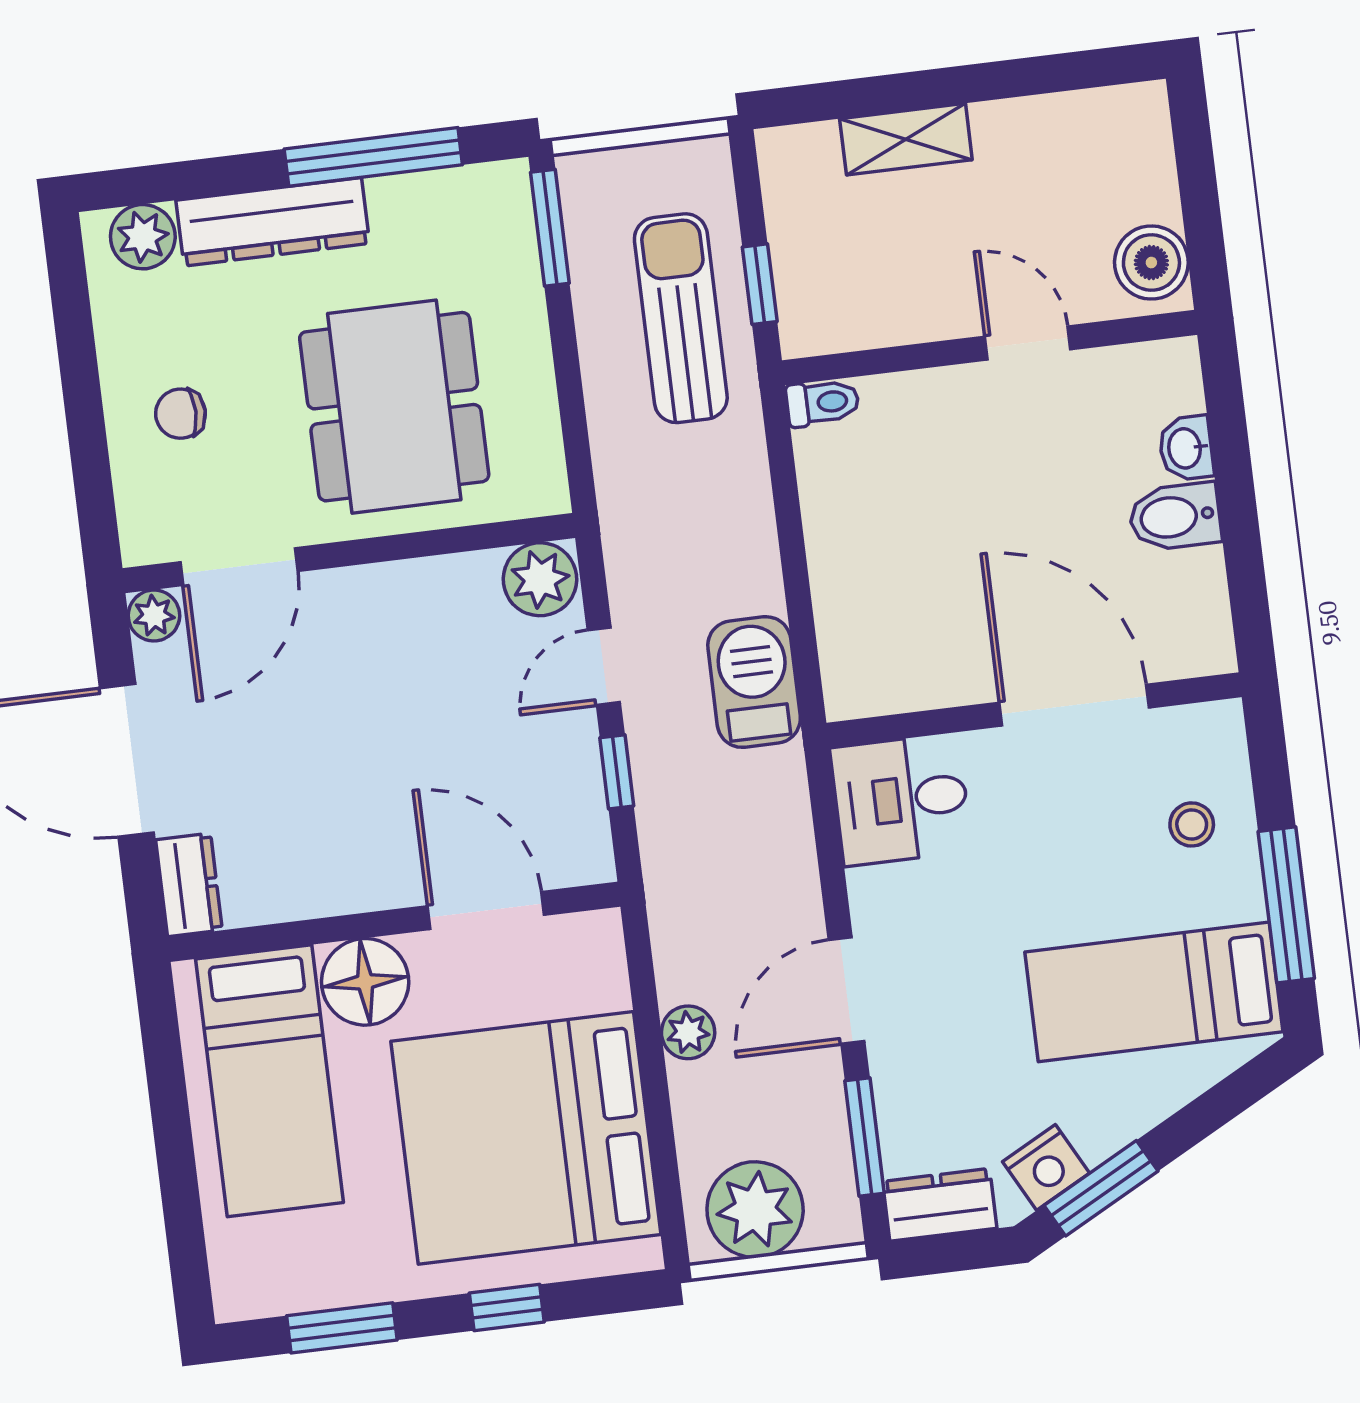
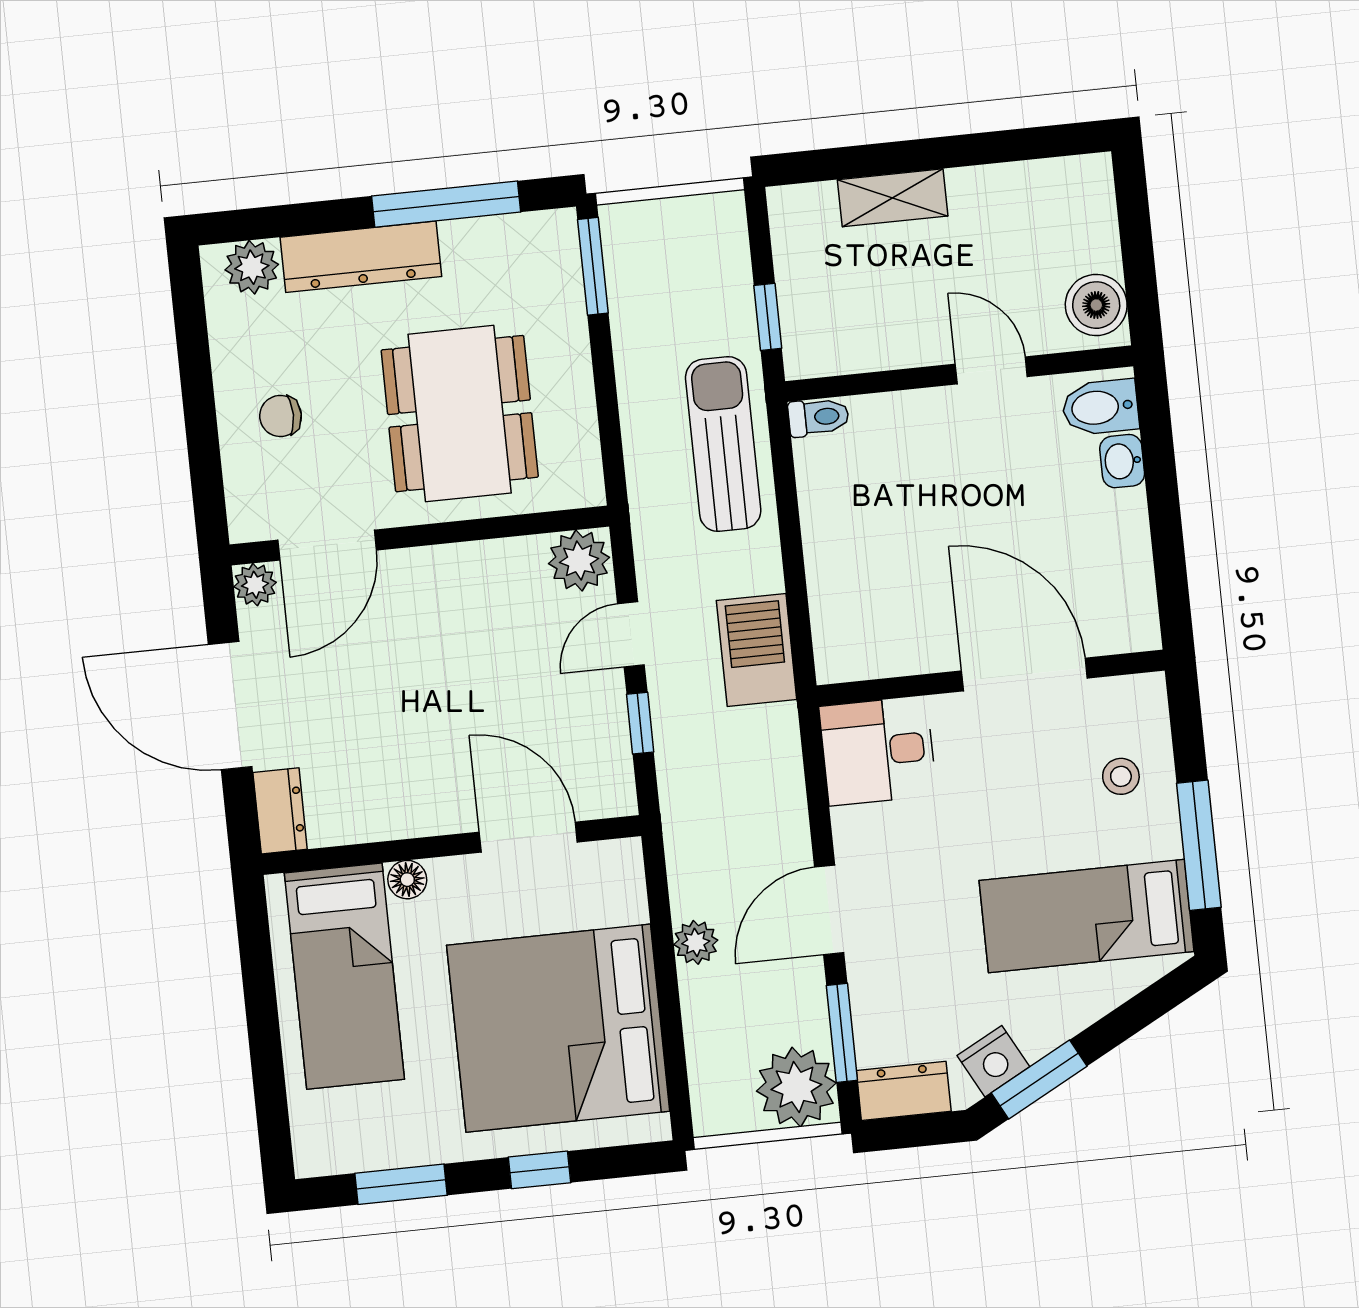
sun lounger: (681, 318) -> (723, 444), moved
bidet: (1175, 517) -> (1100, 407), moved
floor lamp: (365, 982) -> (407, 880), width x0.53, depth x0.53
plant: (755, 1210) -> (796, 1087), moved

